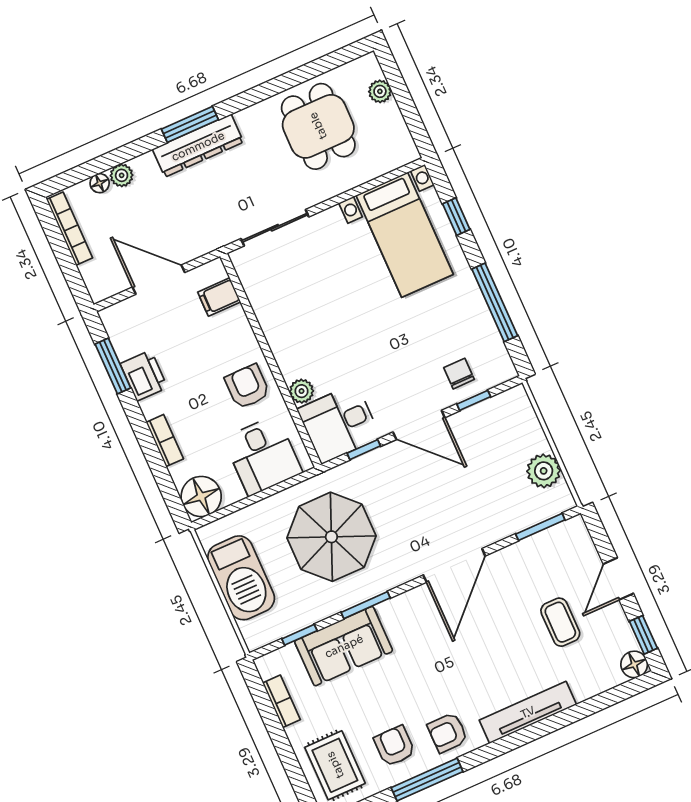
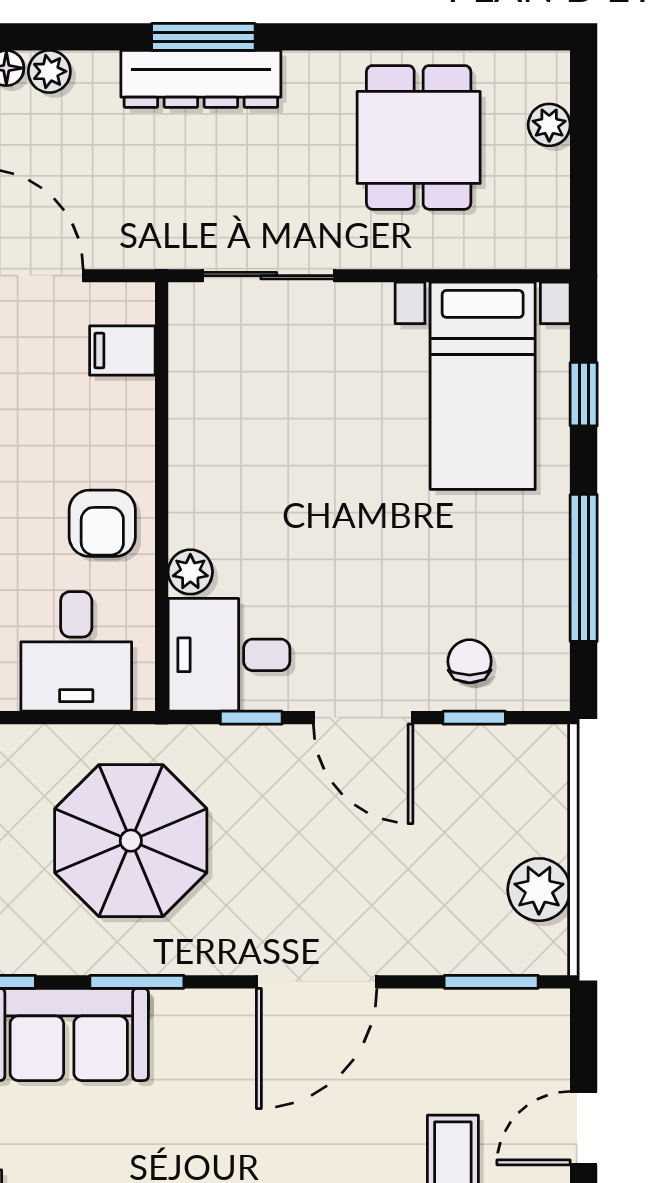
armchair: (247, 387) -> (102, 523), turned 180

